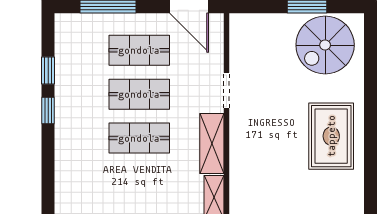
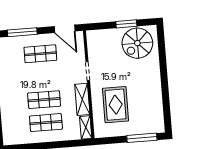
shop shelf: (139, 94) -> (46, 123), moved
rug: (331, 136) -> (116, 105), moved

